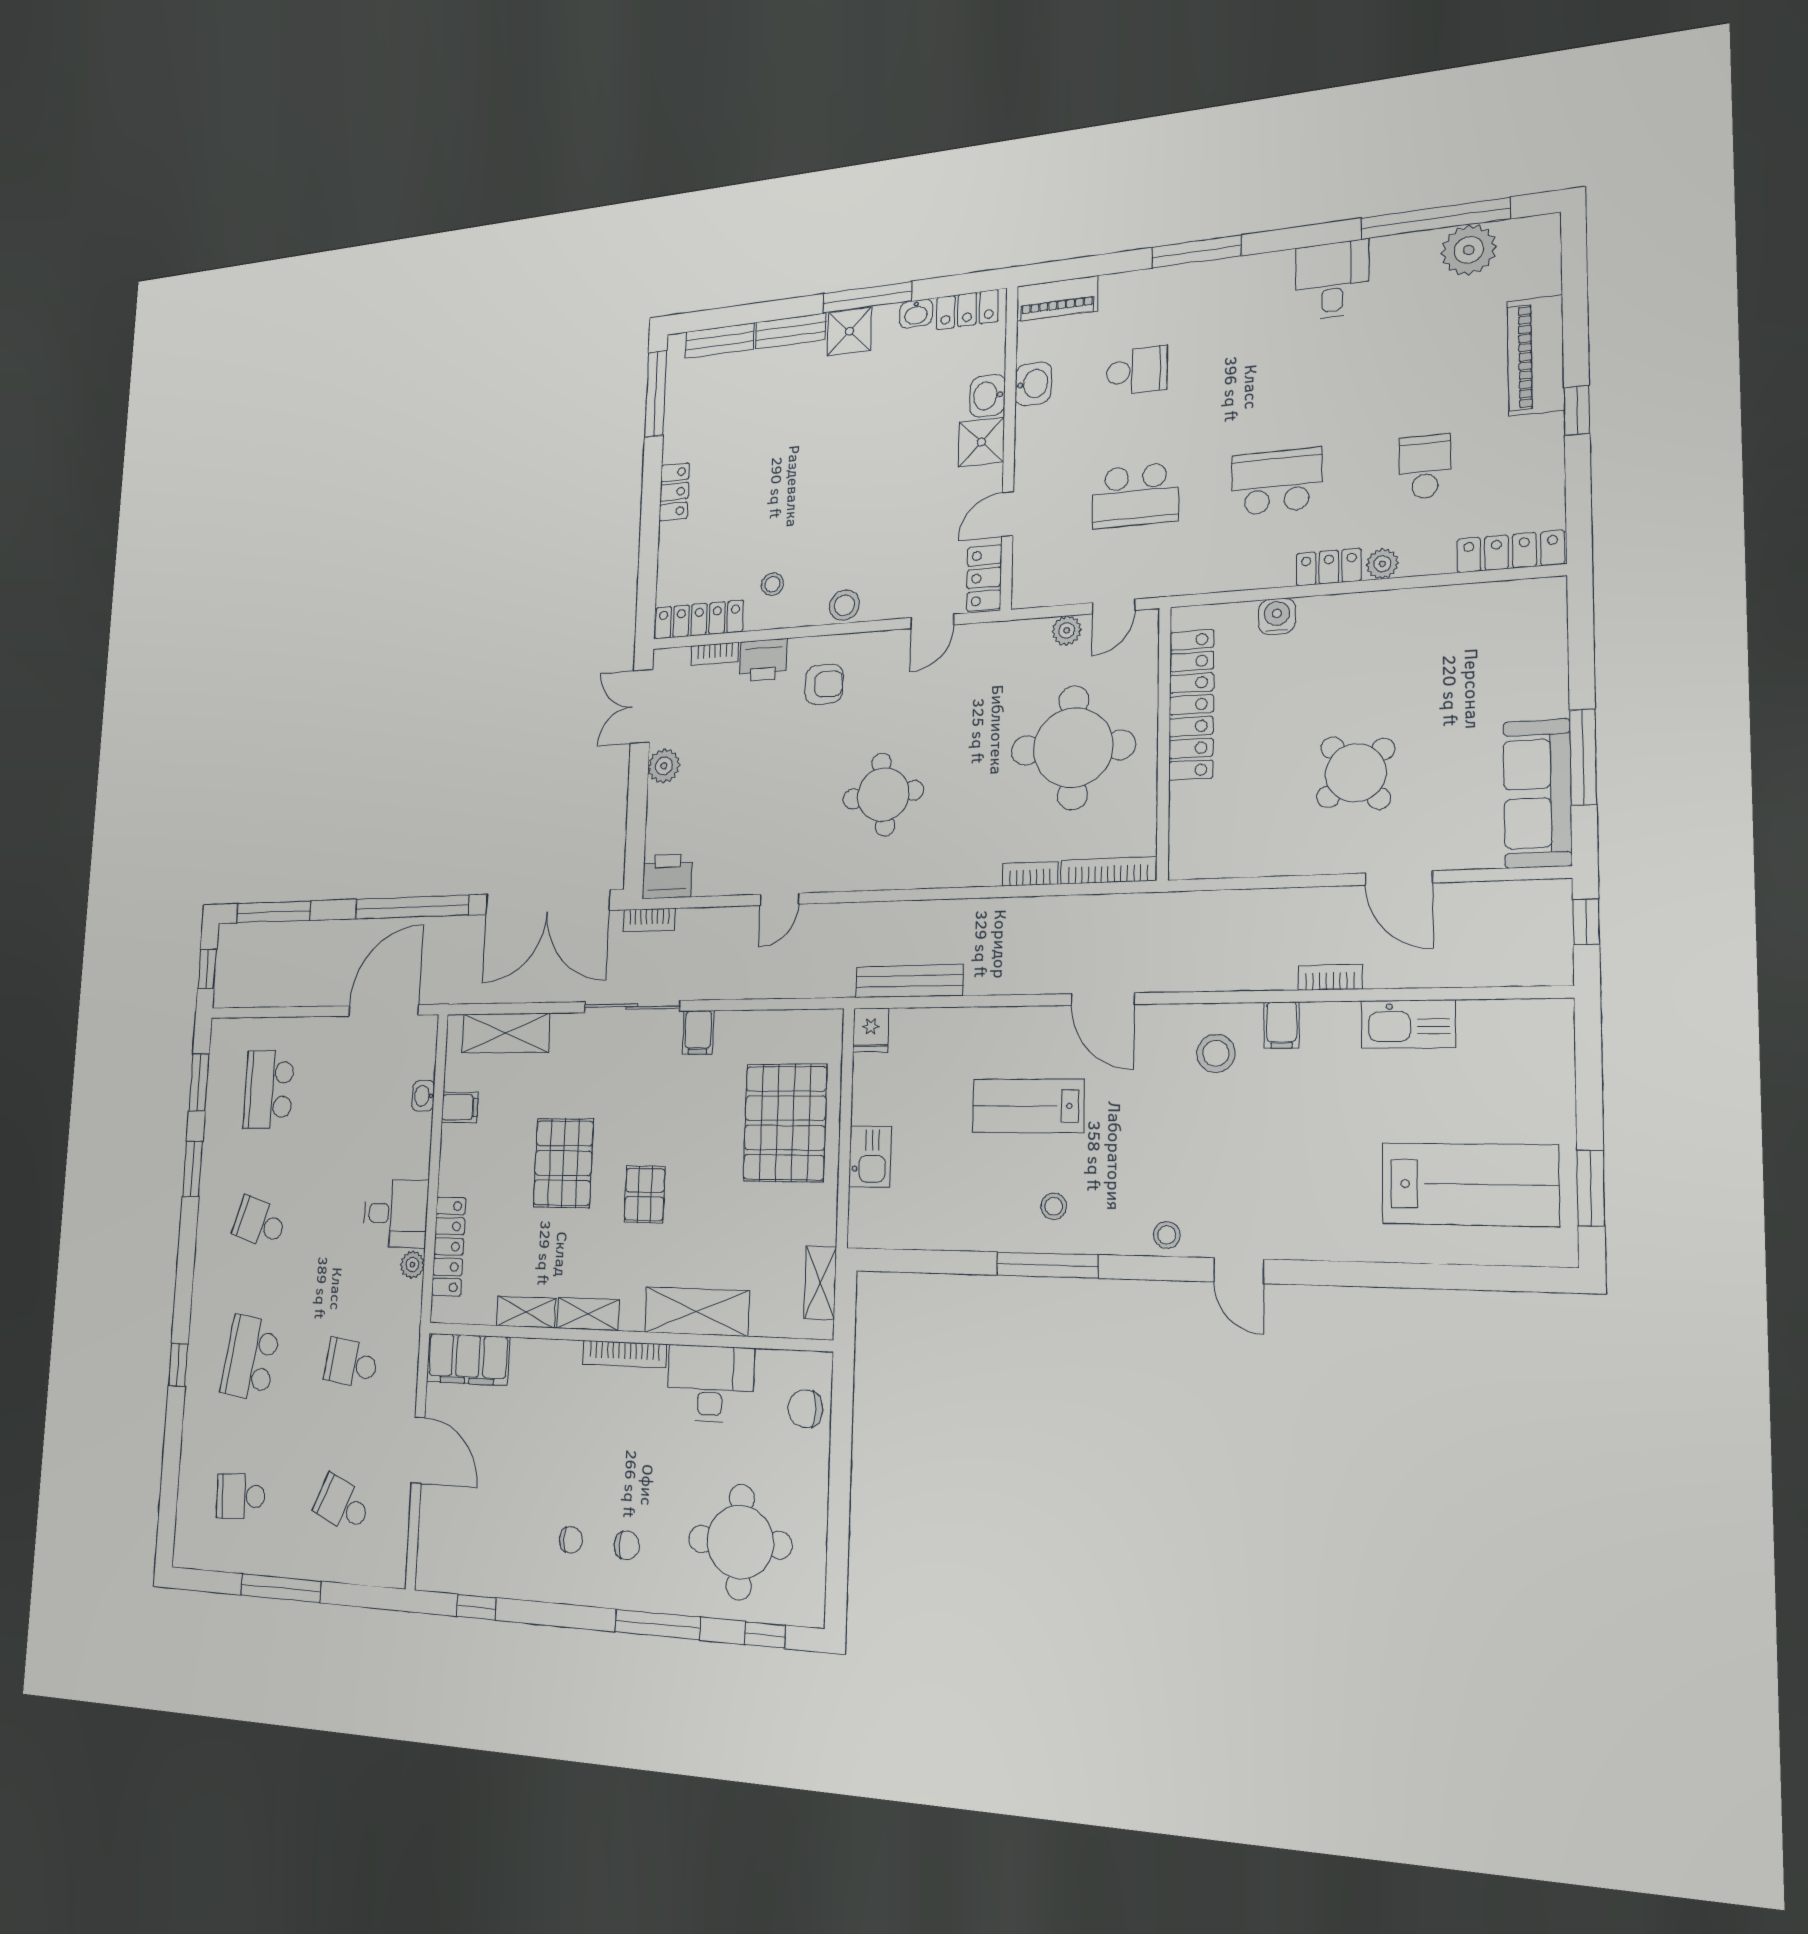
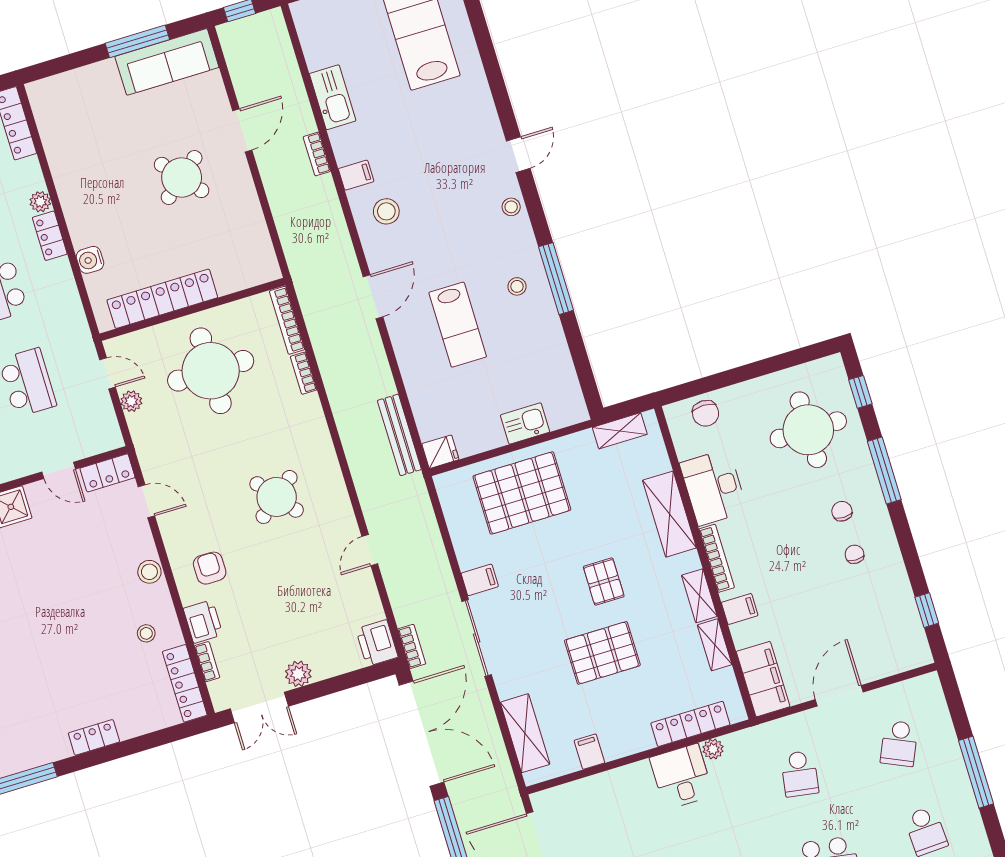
round table: (883, 795) -> (277, 497), turned -34
door: (779, 899) -> (370, 550), swing flipped
washbasin: (423, 1096) -> (591, 785), removed
pallet: (645, 1194) -> (604, 582), turned 90
filing cabinet: (556, 1361) -> (740, 609), added

